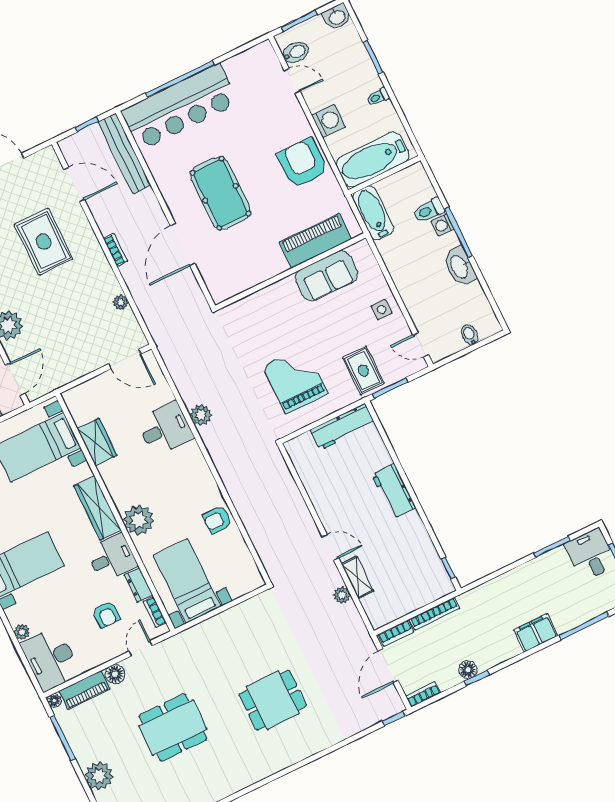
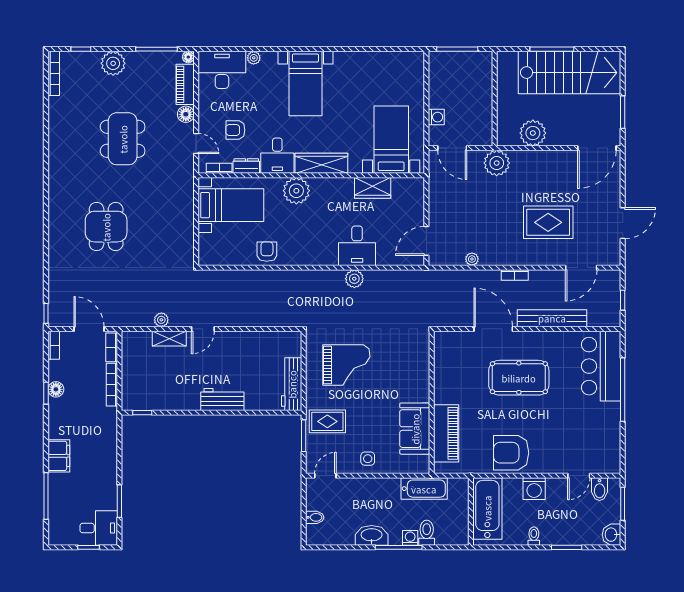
bar counter: (180, 107) -> (601, 366), width x0.73
bench: (124, 153) -> (552, 318), moved
armchair: (302, 163) -> (511, 453), turned 180
bathtub: (373, 213) -> (424, 489), moved

